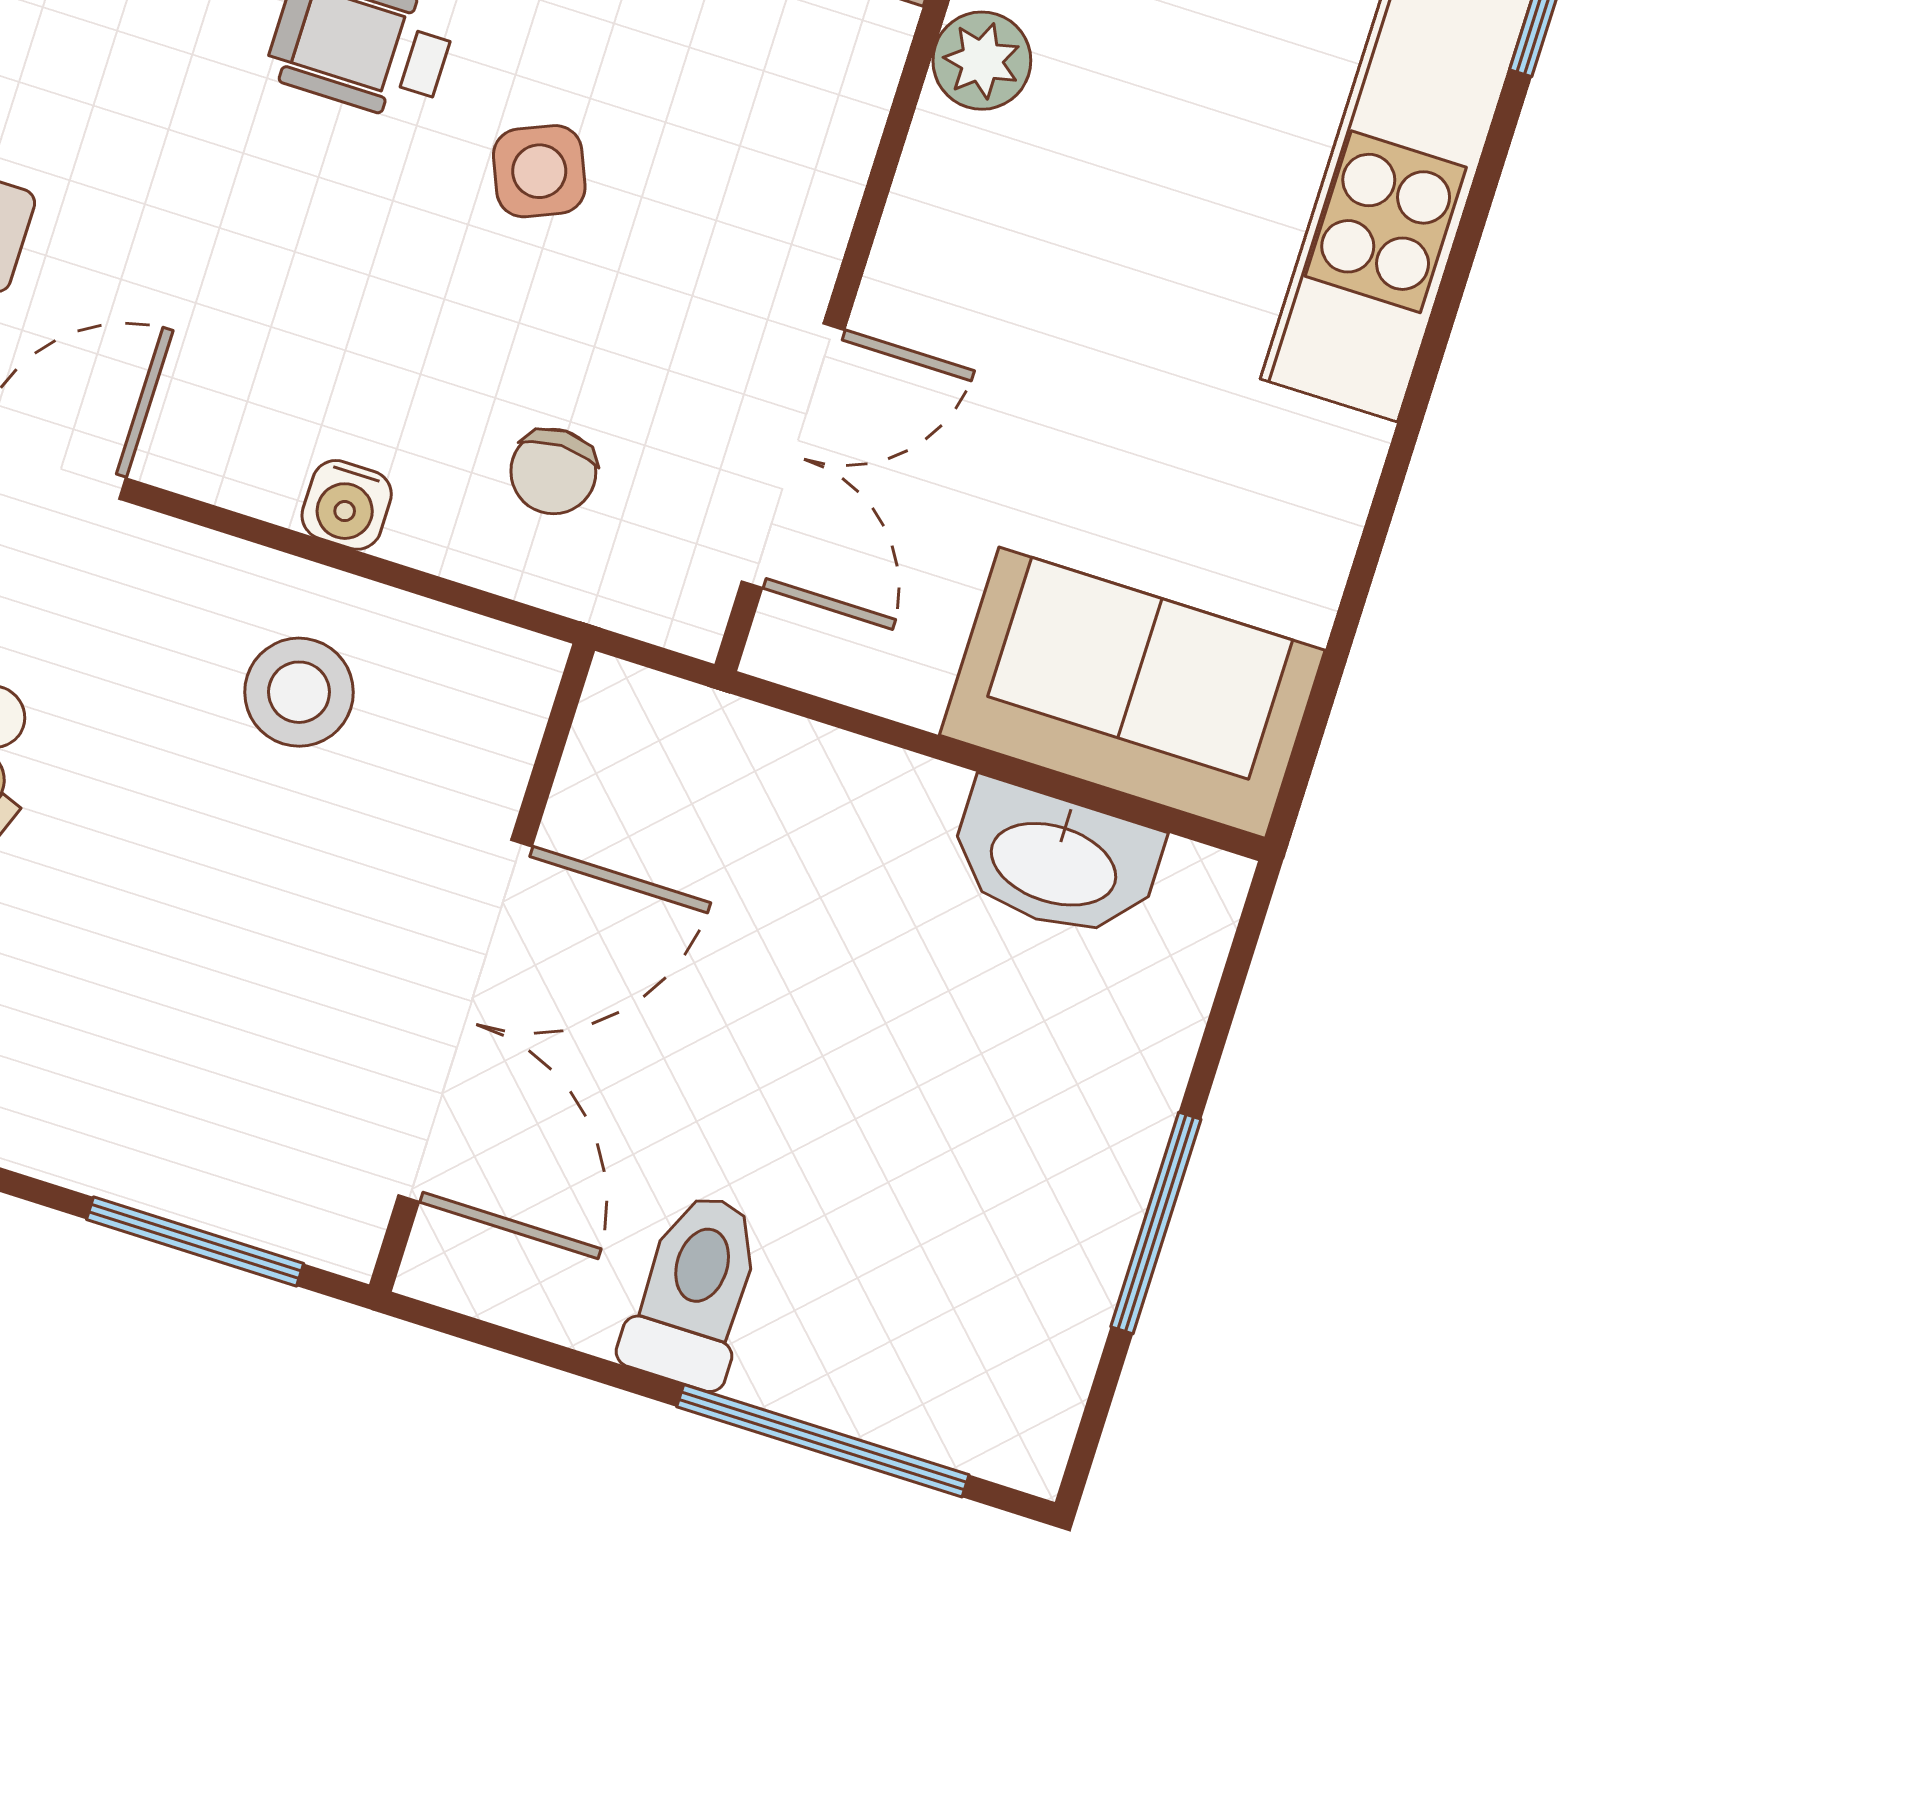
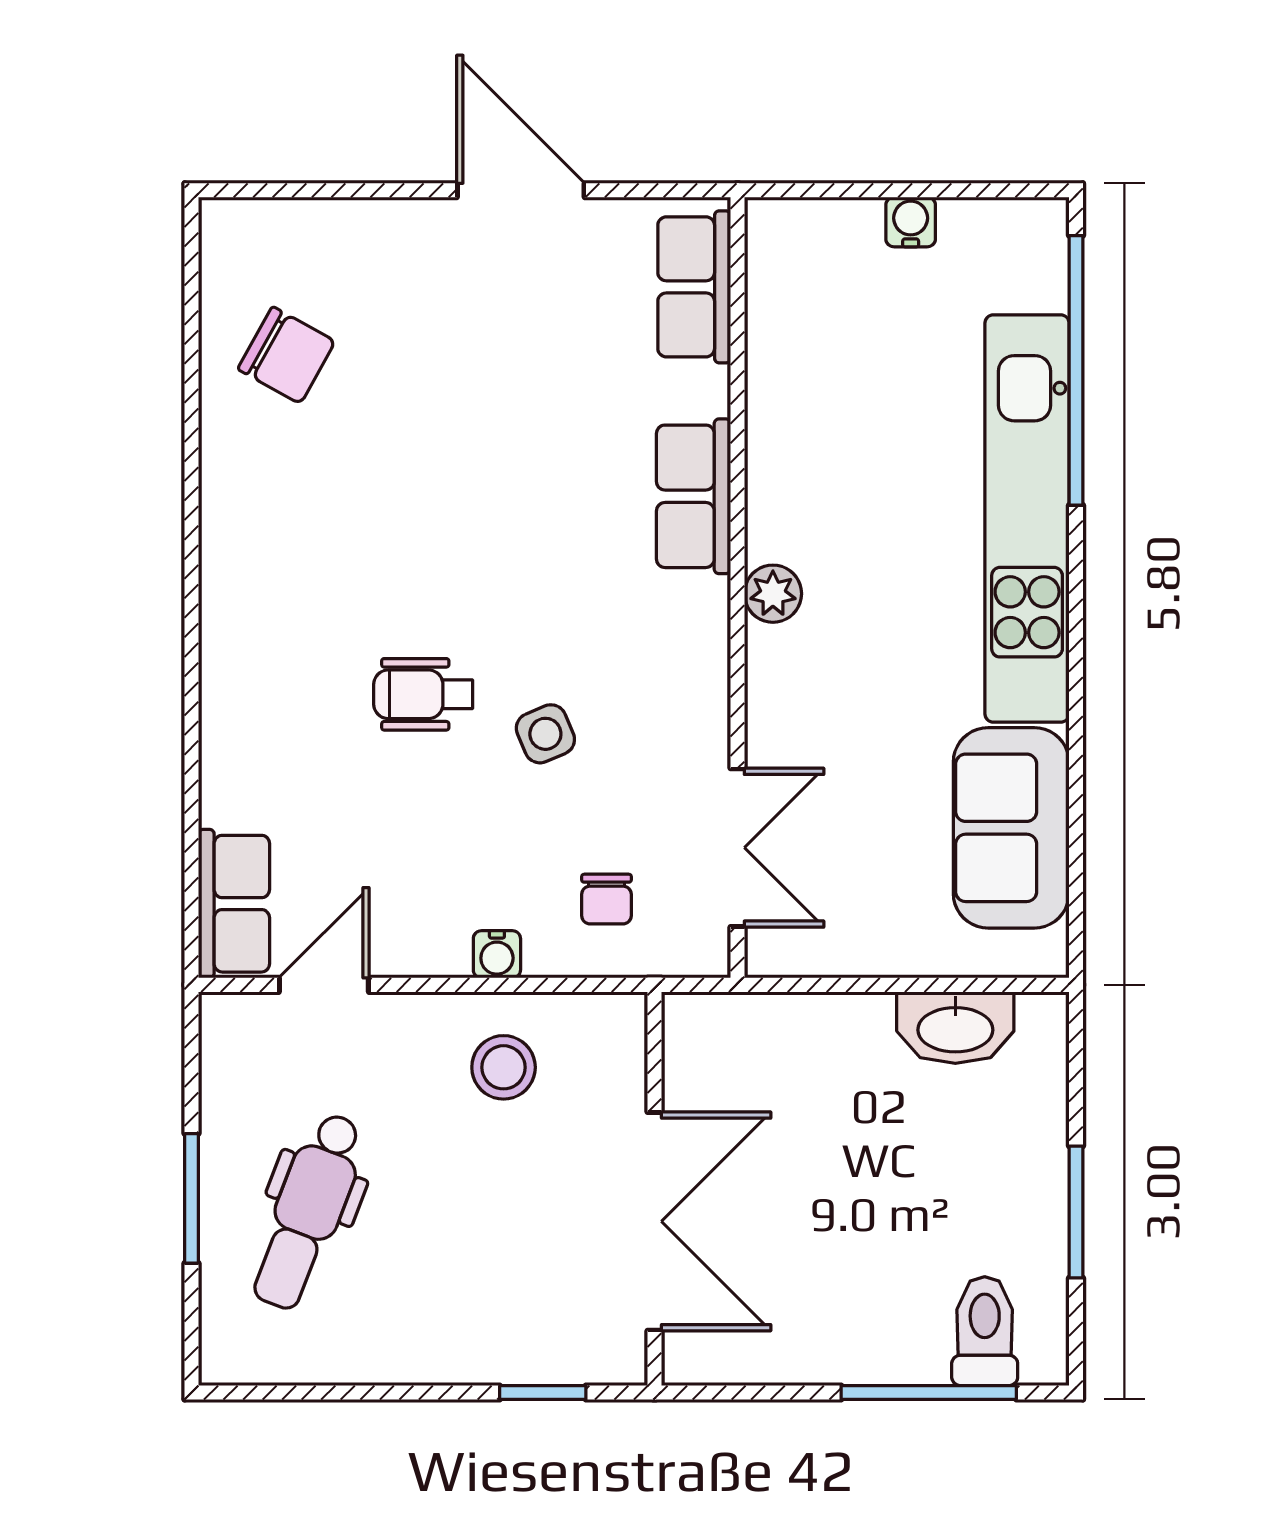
sofa: (1132, 693) -> (1011, 828), moved, turned -90
window: (195, 1242) -> (543, 1393), width x0.67
toilet: (694, 1290) -> (985, 1331), moved

